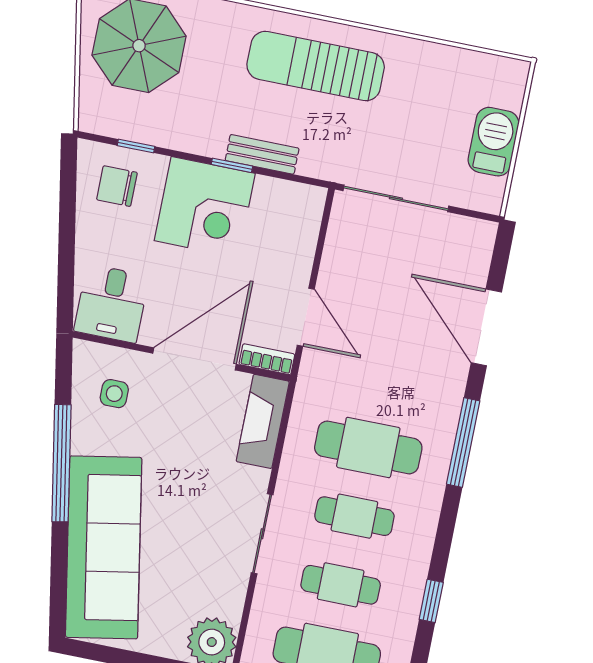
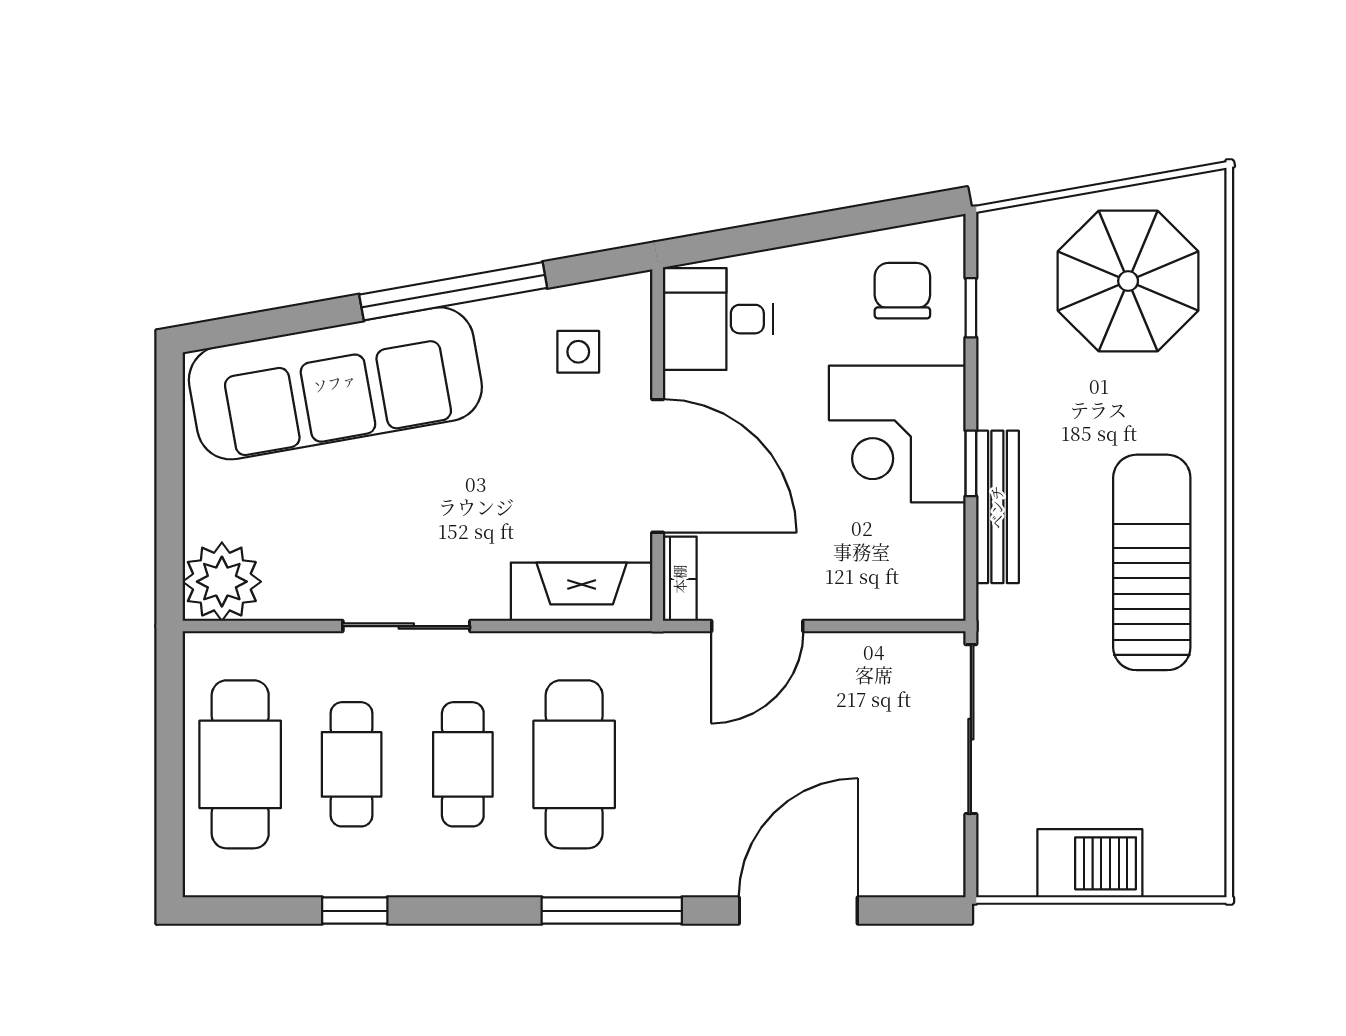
bench: (262, 154) -> (997, 507), width x1.36

